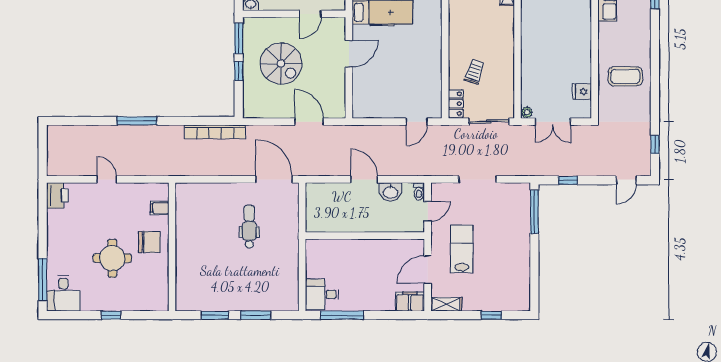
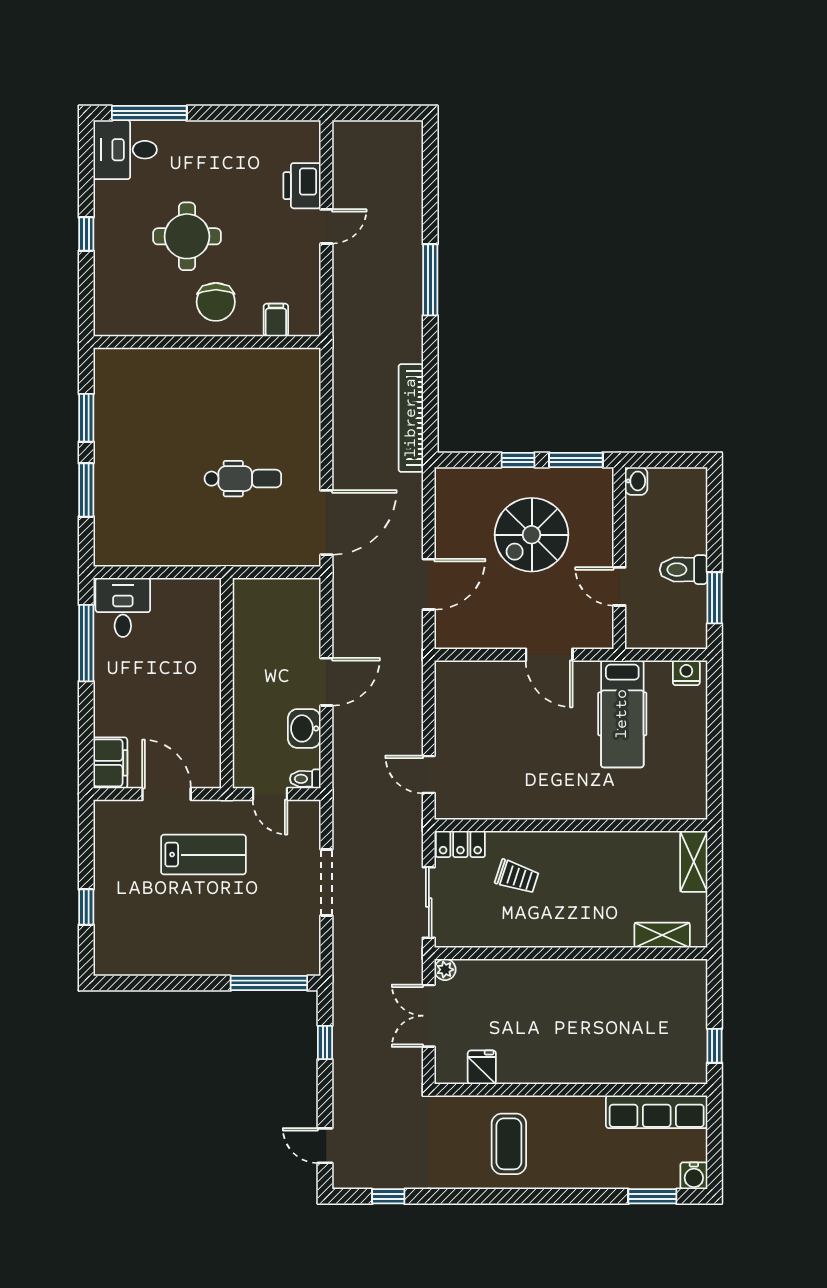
printer: (57, 195) -> (302, 186), moved, turned 90
shelving: (446, 304) -> (106, 827), removed

